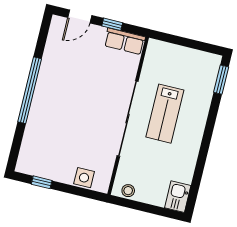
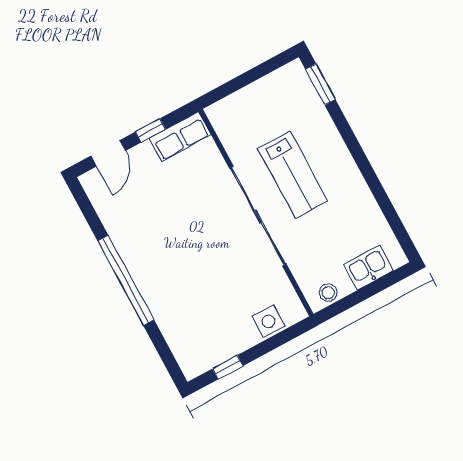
kitchen sink: (178, 197) -> (368, 268), moved, turned 90

